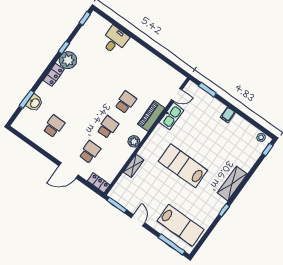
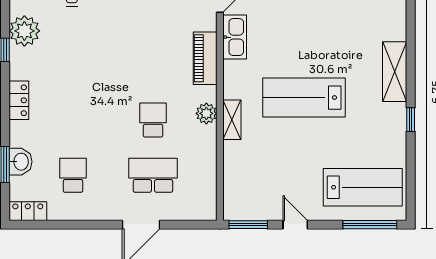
plant: (68, 60) -> (24, 31), moved
school desk: (126, 102) -> (153, 65), removed
school desk: (90, 152) -> (153, 175), width x1.85
shelving: (134, 166) -> (232, 120), moved
locker: (99, 183) -> (28, 211), moved

